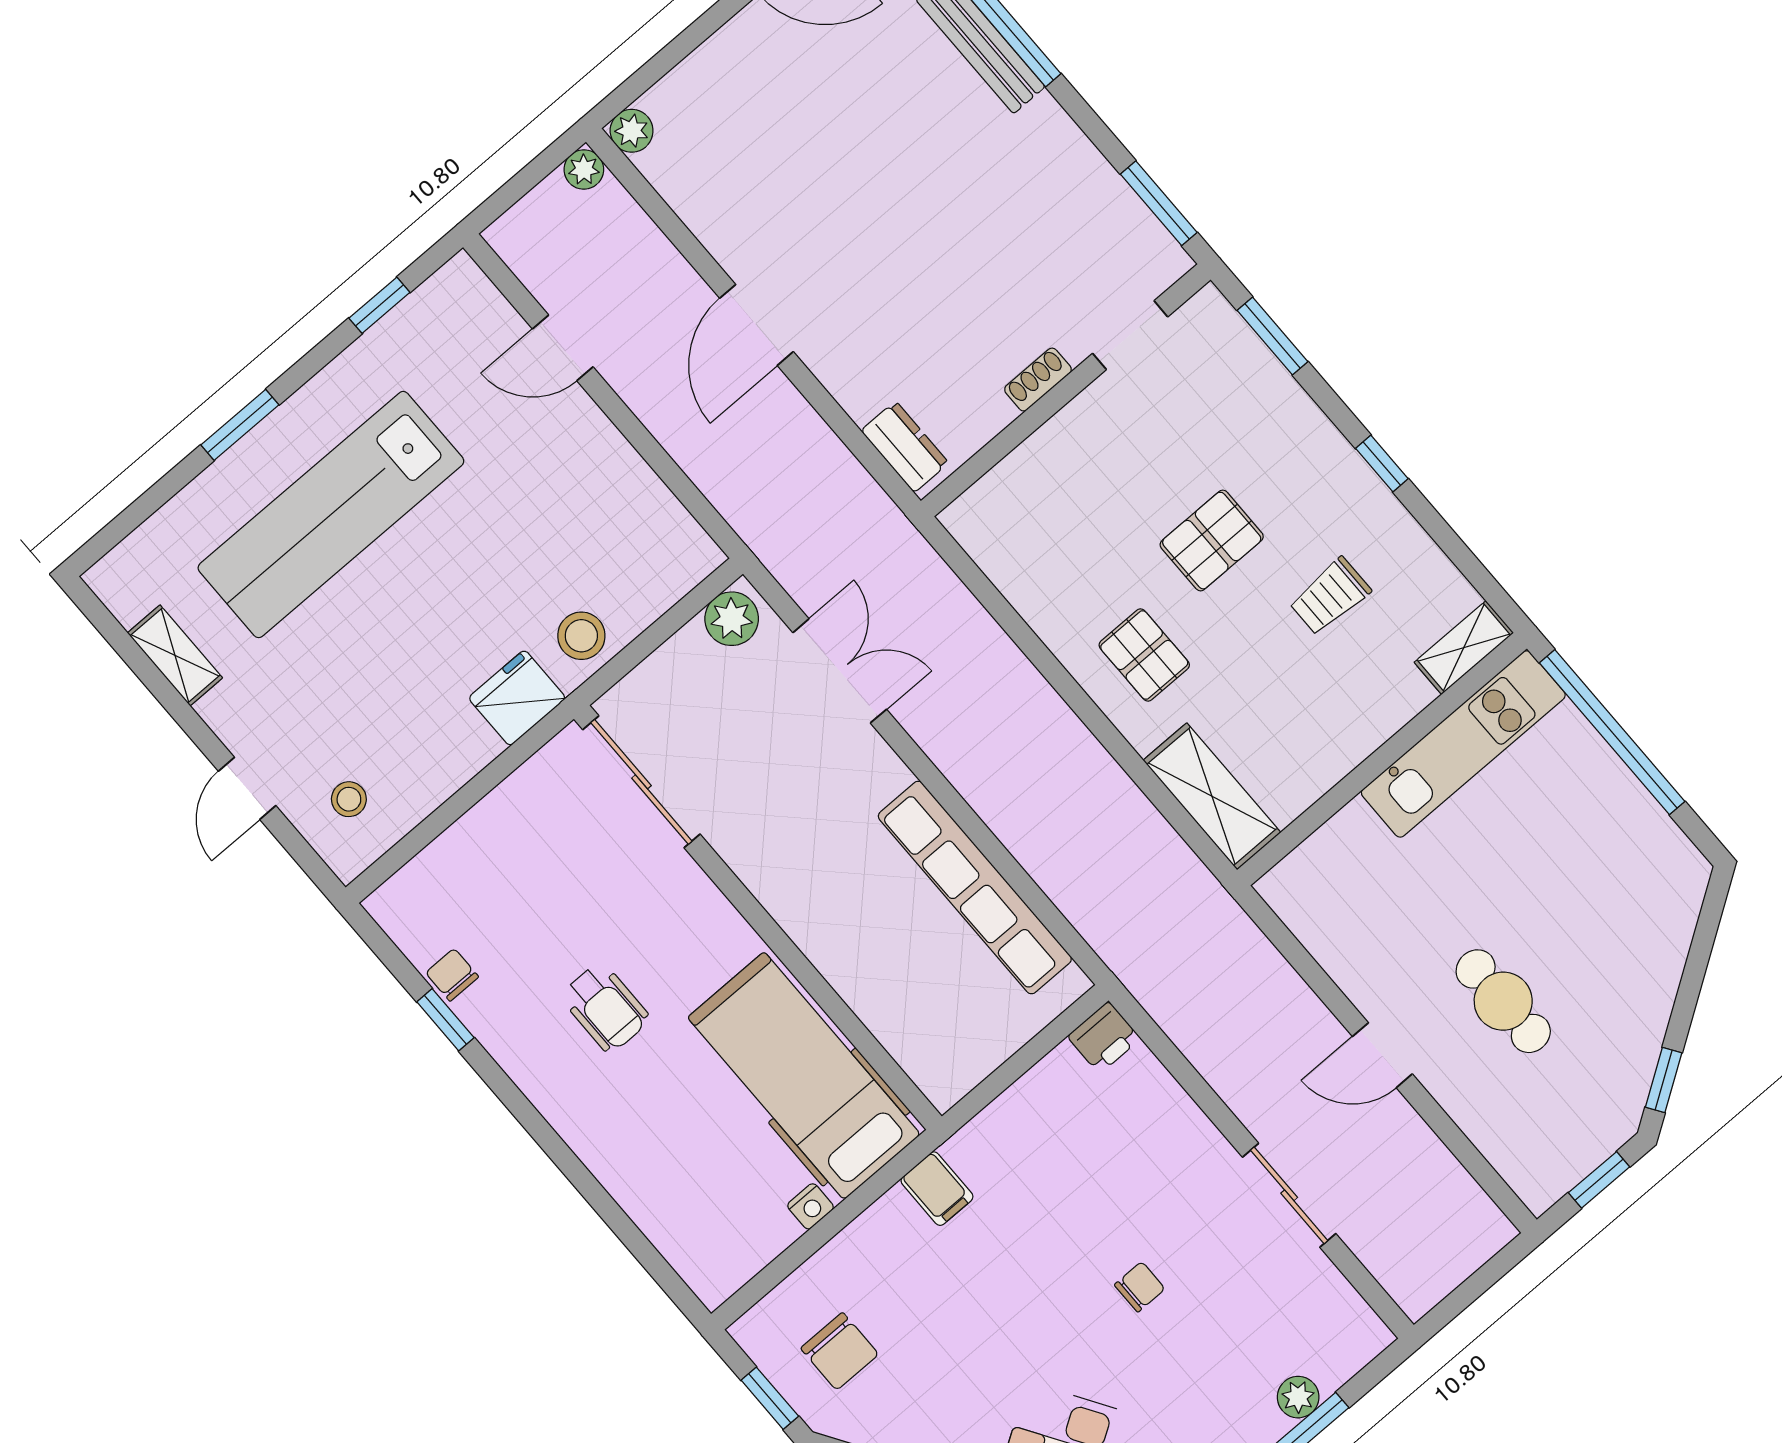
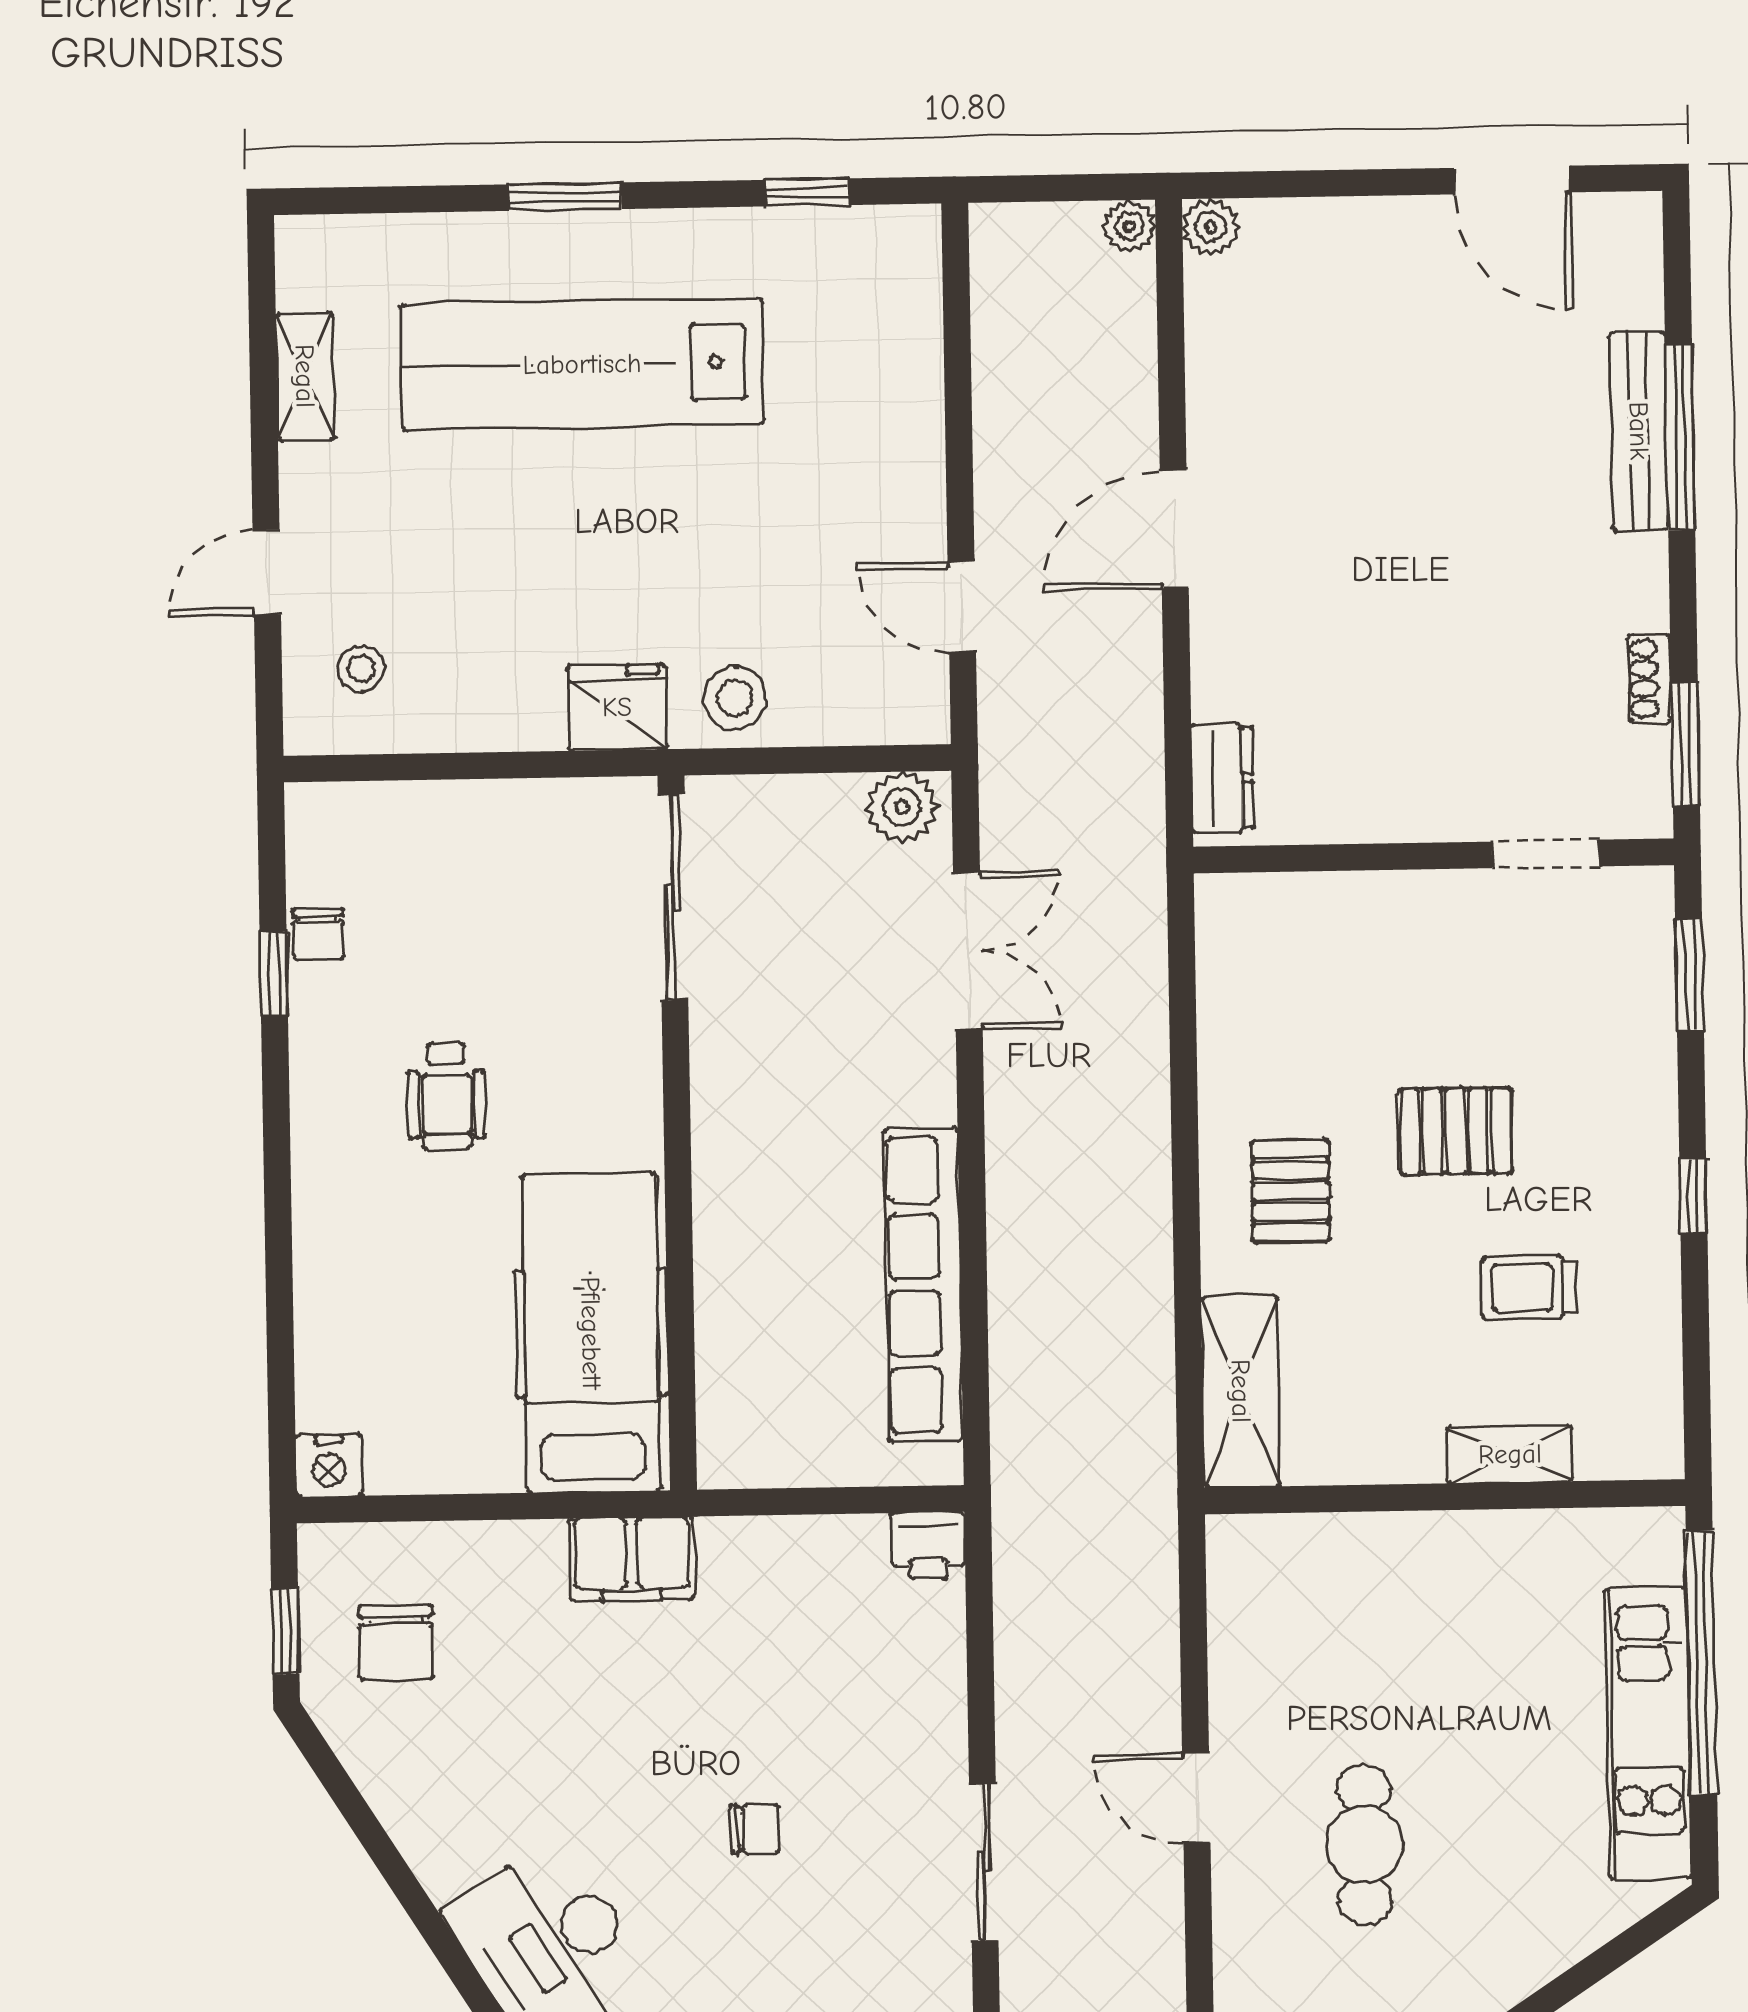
door: (563, 348) -> (962, 607), moved
shoe rack: (1038, 380) -> (1650, 678), moved, turned -90
shelving: (1464, 648) -> (1510, 1454), moved
kitchen unit: (1463, 744) -> (1648, 1733), moved, turned 90
chair: (452, 975) -> (318, 934), turned 180
filing cabinet: (937, 1189) -> (631, 1559), width x2.00
nightstand: (811, 1206) -> (329, 1465), moved, width x1.39, depth x1.35

